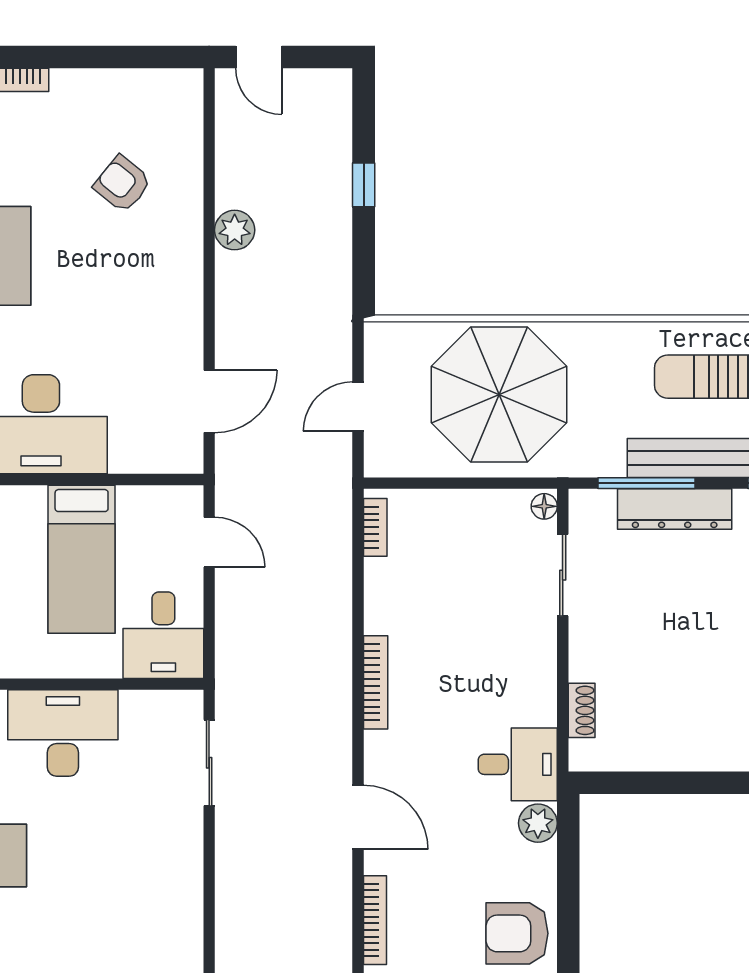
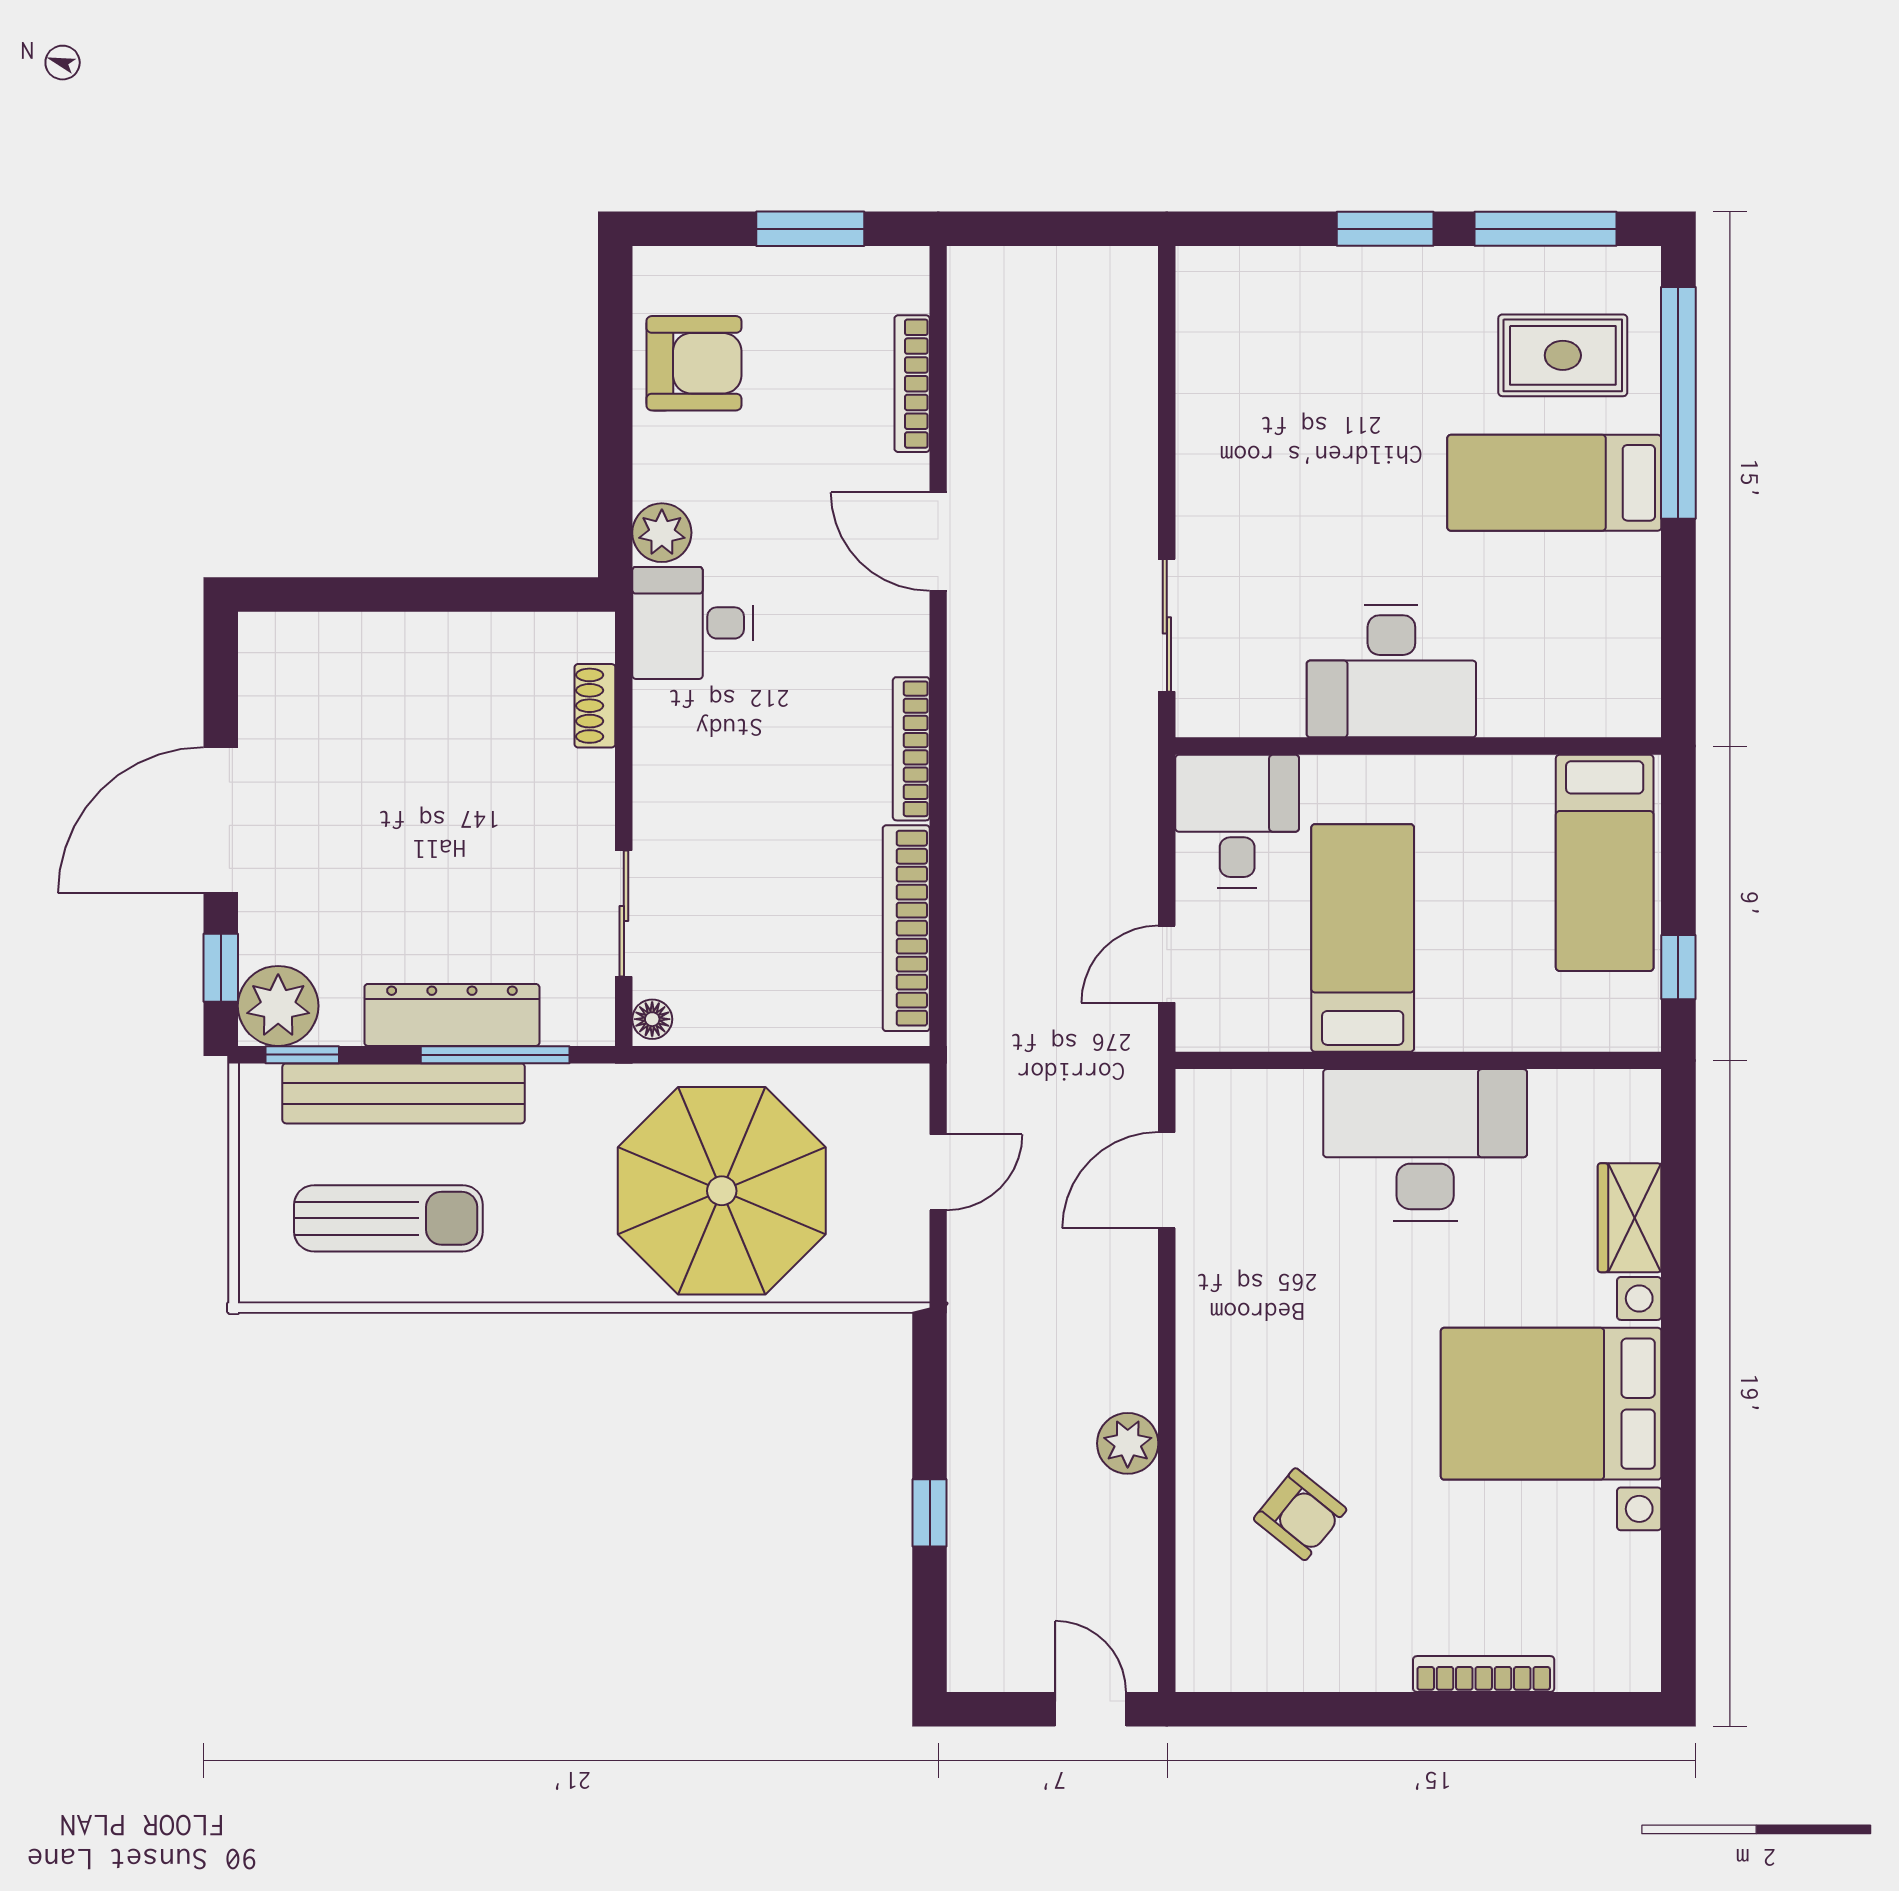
bookcase: (375, 527) -> (906, 928), width x2.31, depth x1.31
door: (209, 542) -> (1167, 964), hinge flipped

